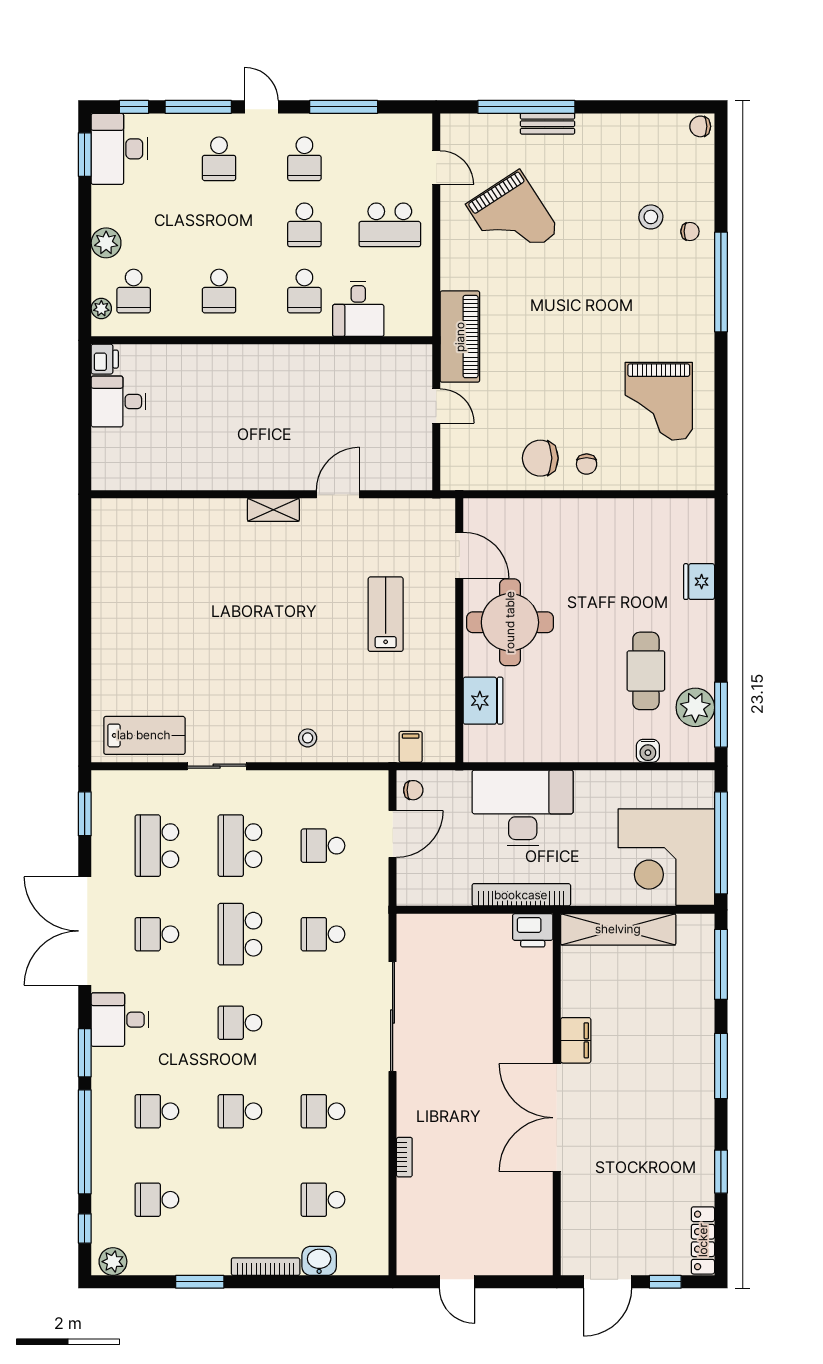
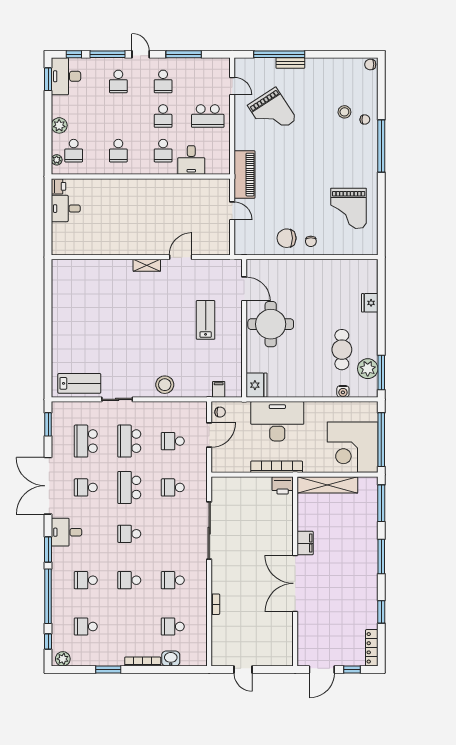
fridge: (483, 701) -> (257, 385), moved
stool: (308, 738) -> (165, 385), width x1.89, depth x1.89

